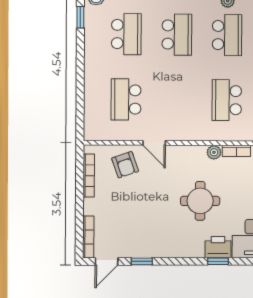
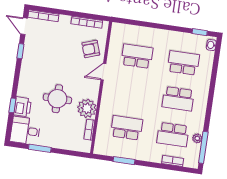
school desk: (126, 34) -> (183, 63), turned 180
plant: (214, 152) -> (87, 108), width x1.87, depth x1.87

